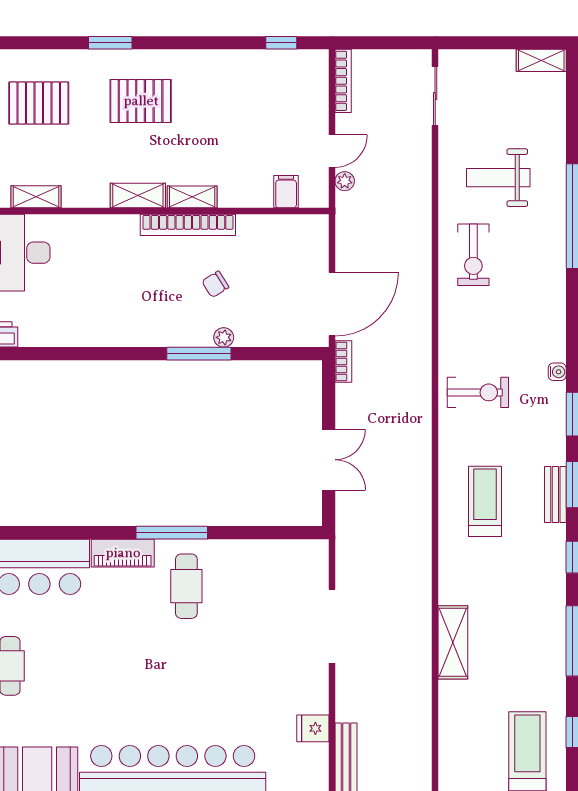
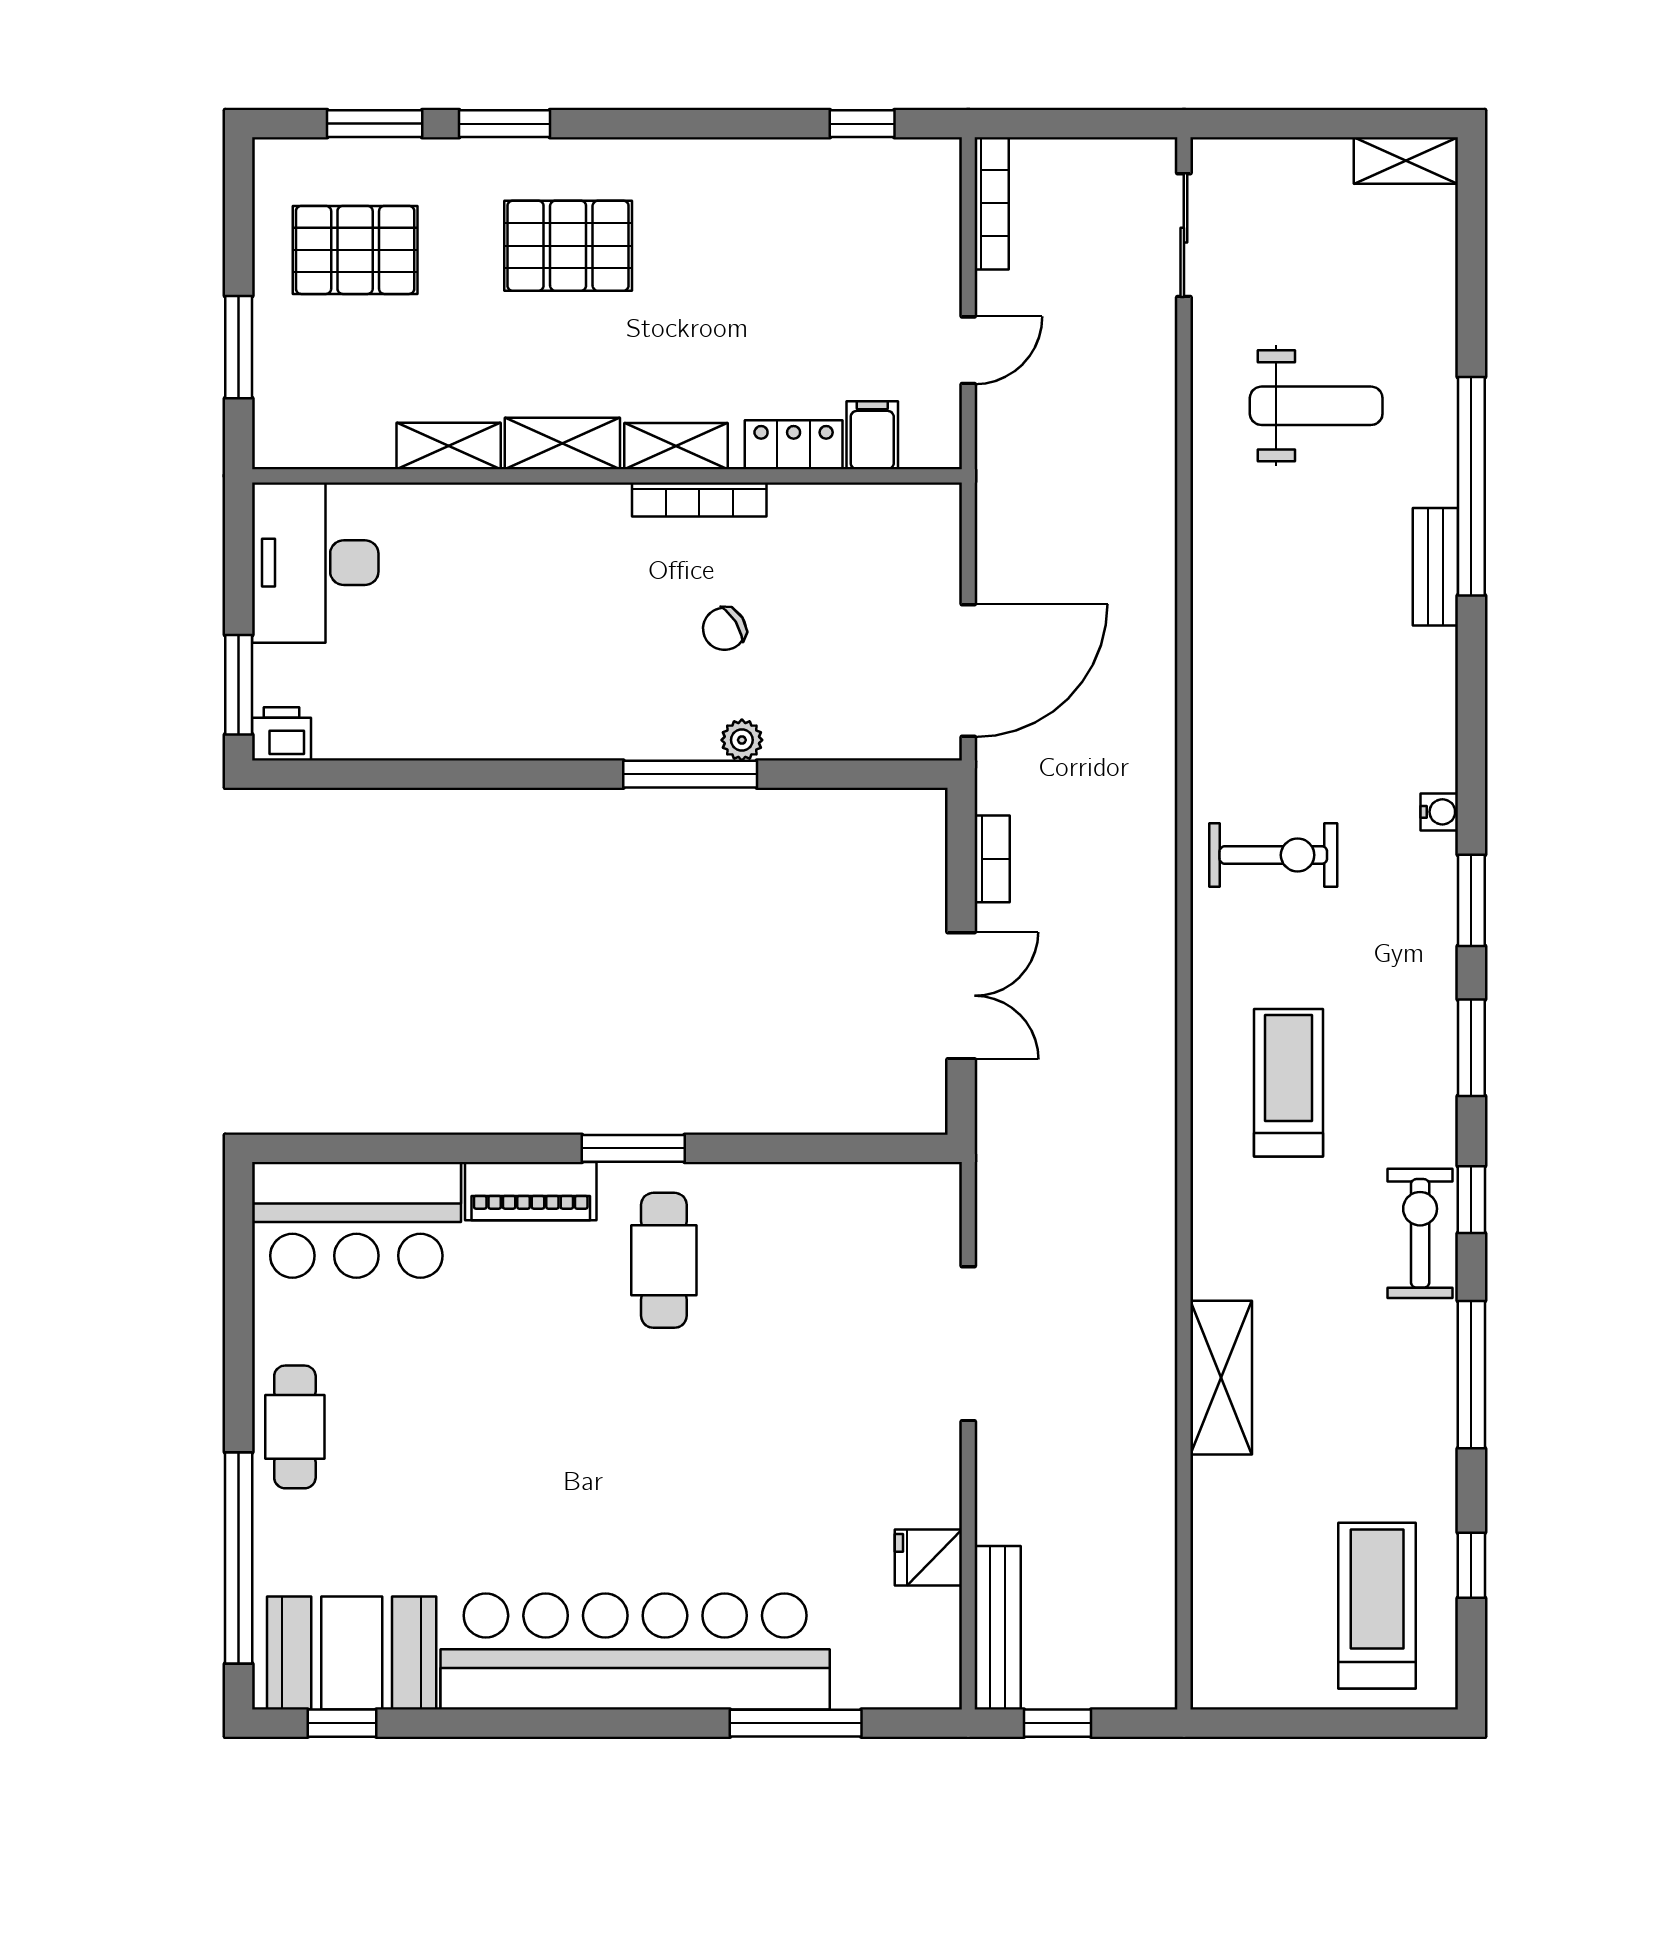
window: (48, 43) -> (375, 124), added
weight bench: (498, 178) -> (1316, 406), turned 180
plant: (345, 181) -> (995, 413), removed
locker: (248, 196) -> (794, 445), added
shelving: (36, 197) -> (449, 446), moved
bookcase: (188, 225) -> (699, 499), width x0.68, depth x0.76
exercise bike: (473, 255) -> (1420, 1233), moved, turned 180
bookcase: (343, 361) -> (992, 859), moved
bench: (555, 494) -> (1435, 567), moved
window: (172, 533) -> (633, 1148), width x0.69

